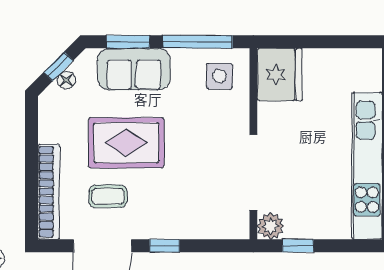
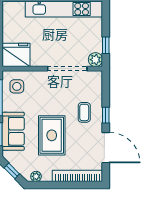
floor lamp: (66, 80) -> (19, 167), removed
plant: (48, 113) -> (36, 176), added
coffee table: (108, 196) -> (84, 112), moved

